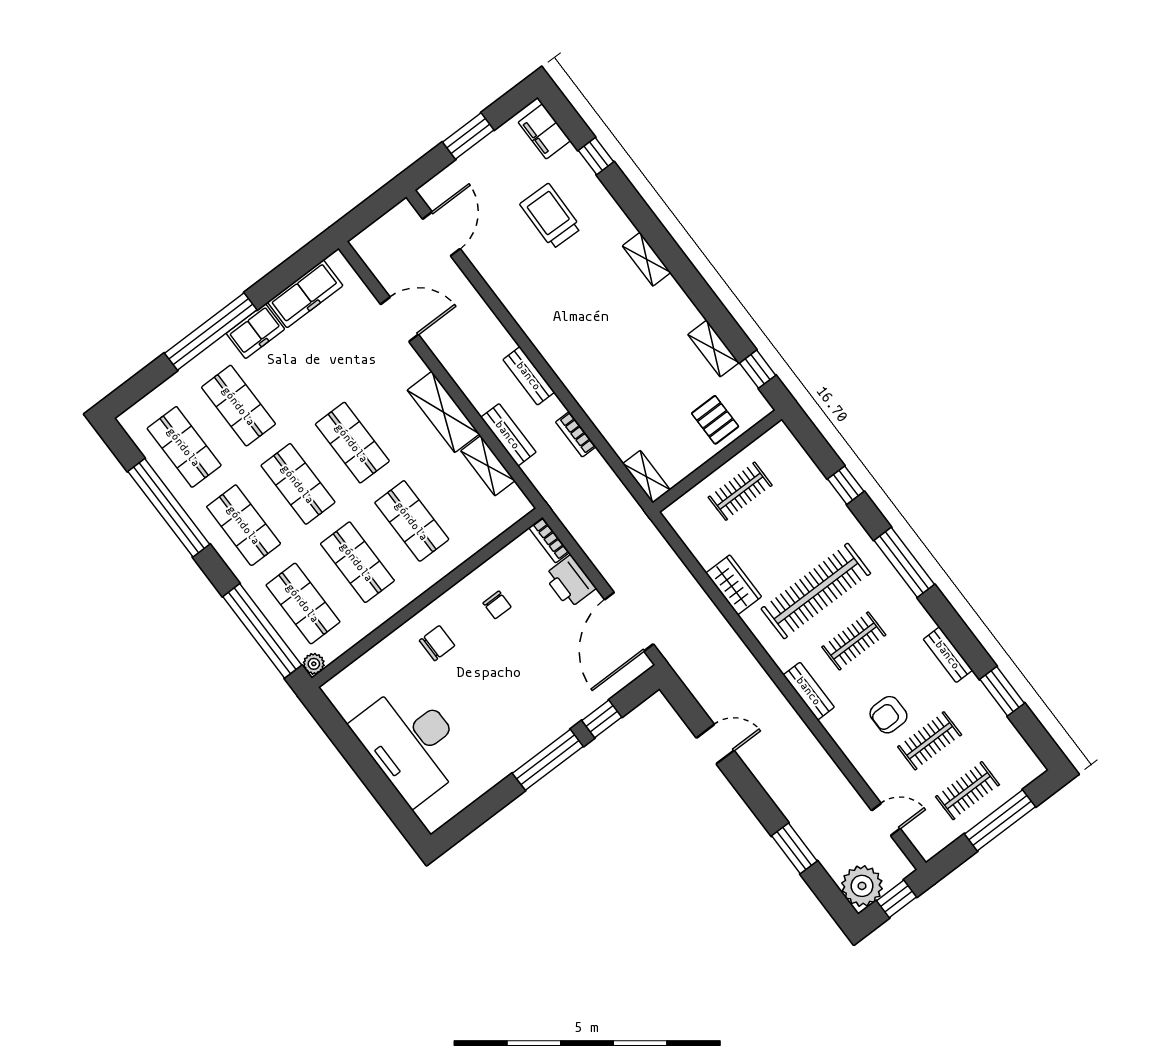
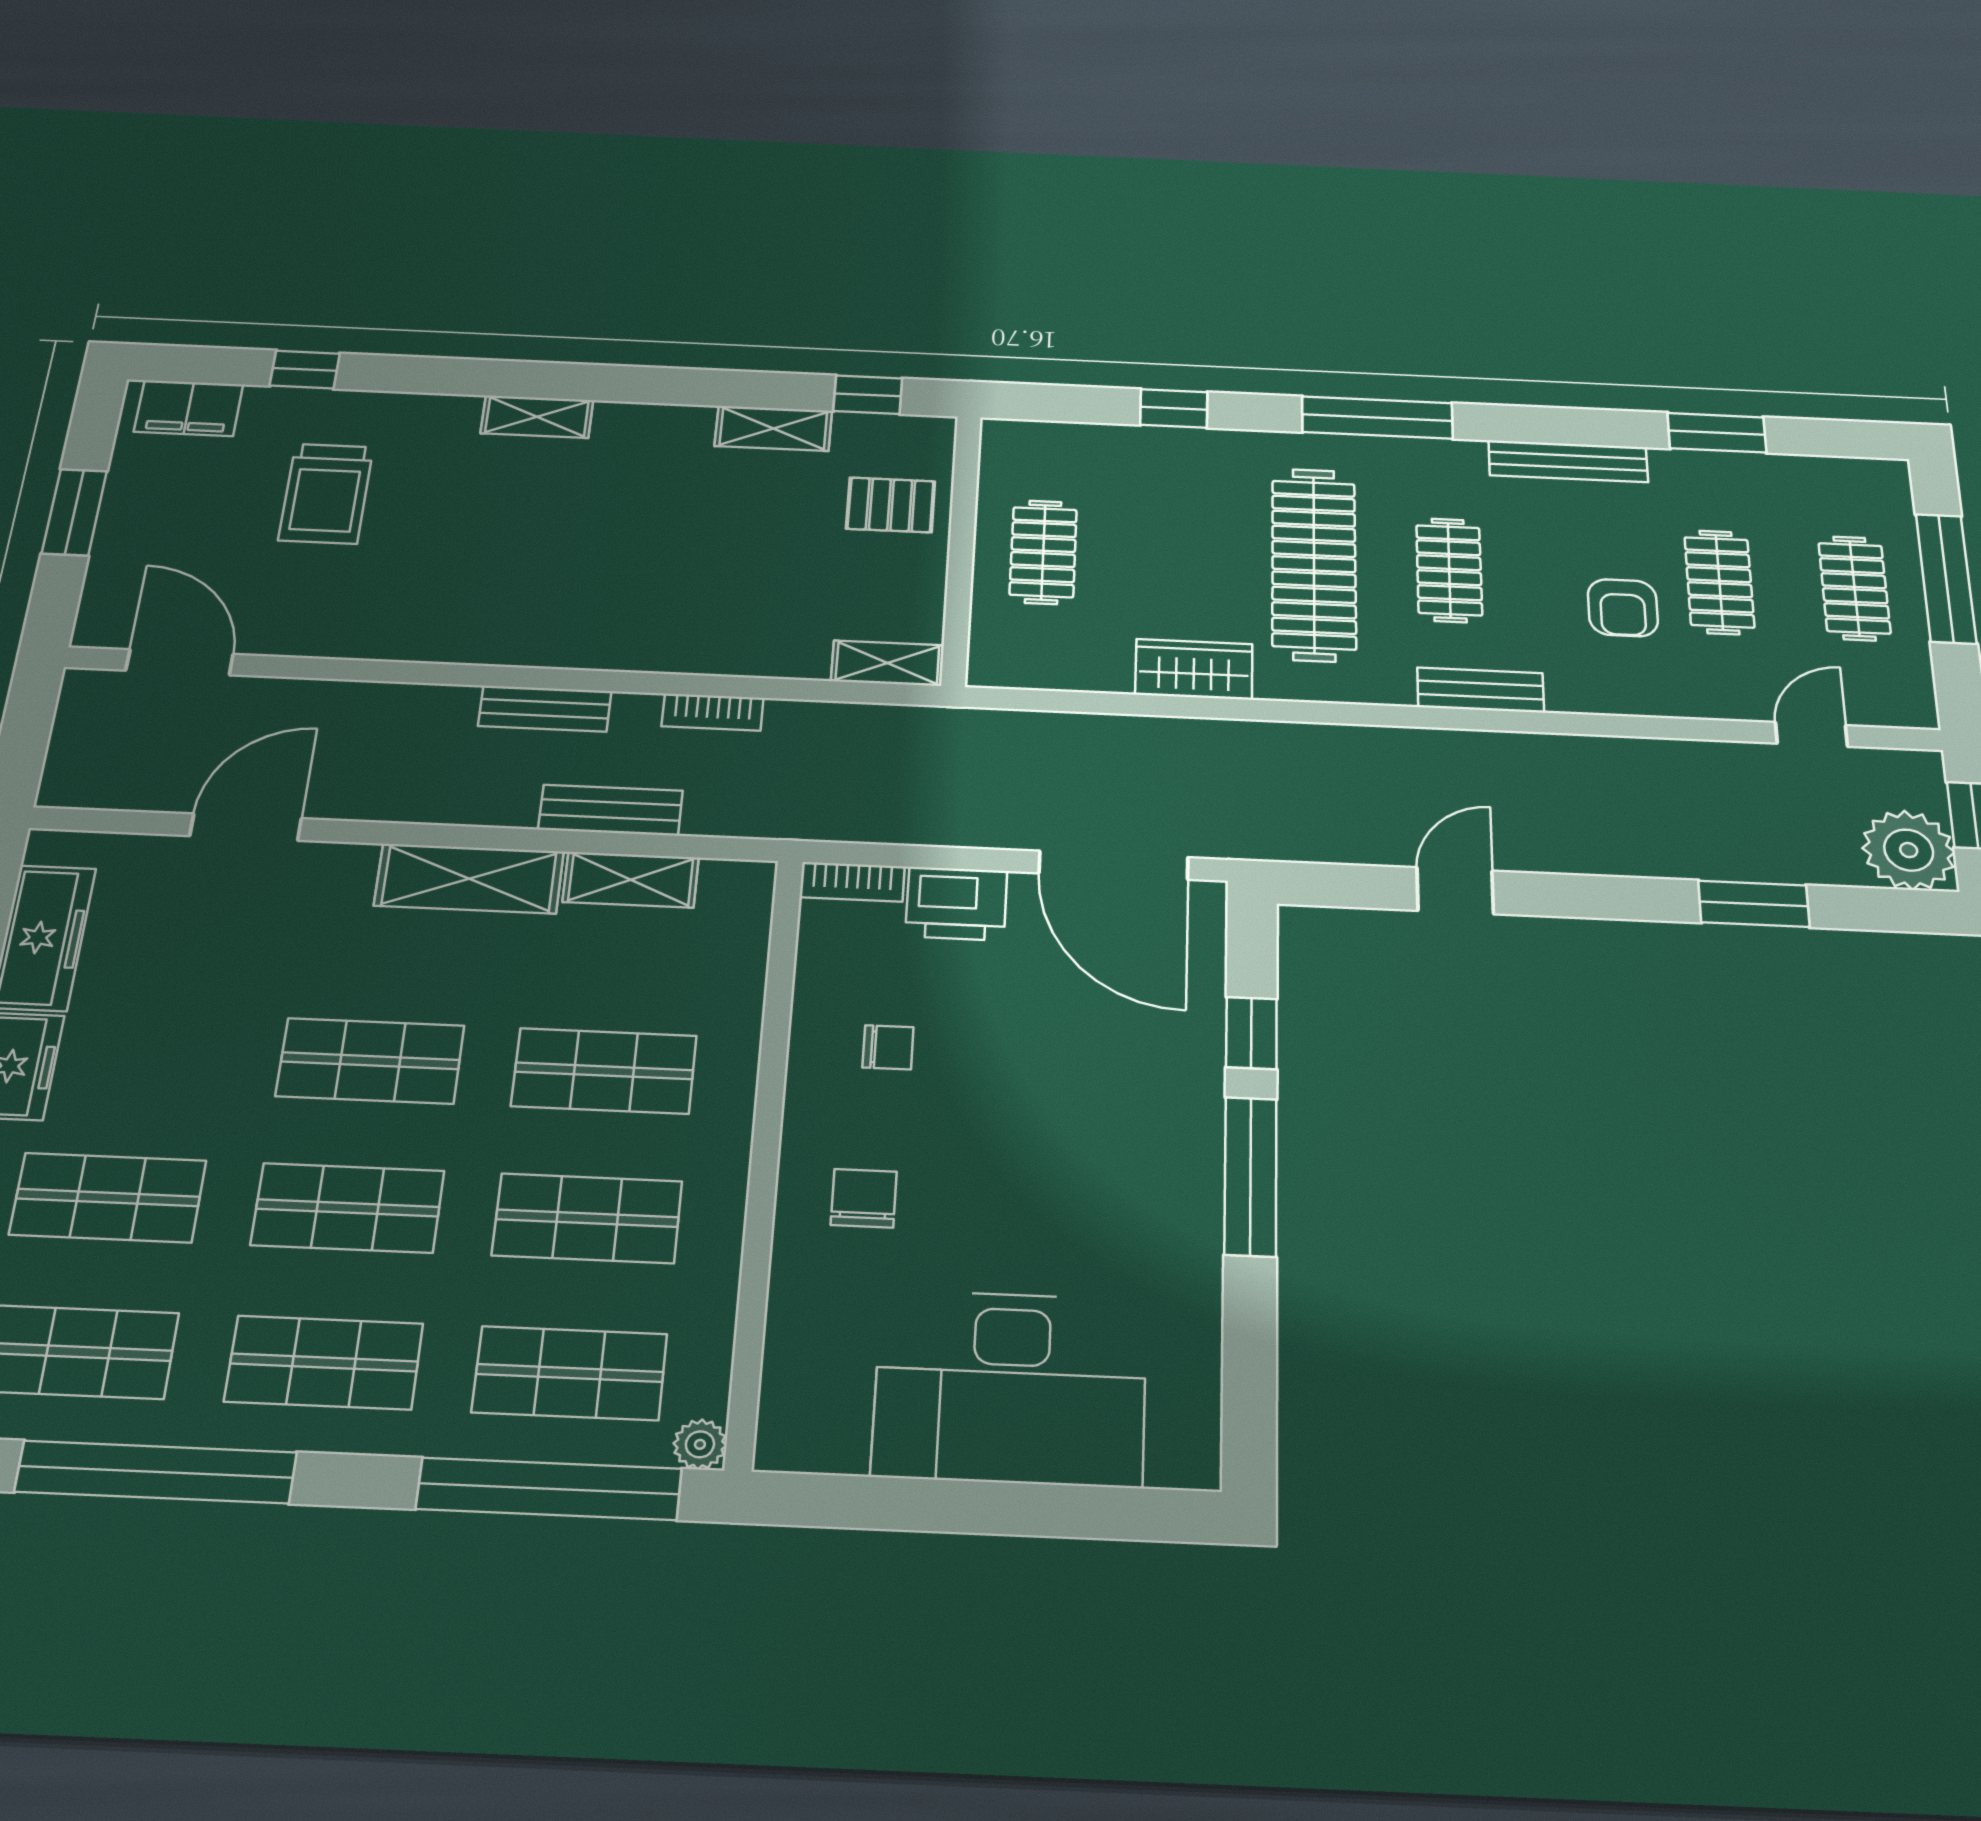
trolley: (551, 216) -> (326, 493), turned -91
bench: (948, 655) -> (1568, 461), width x1.36

